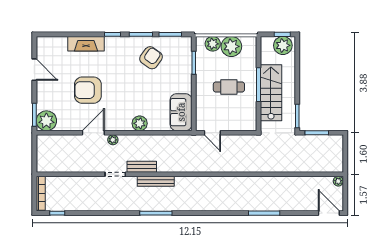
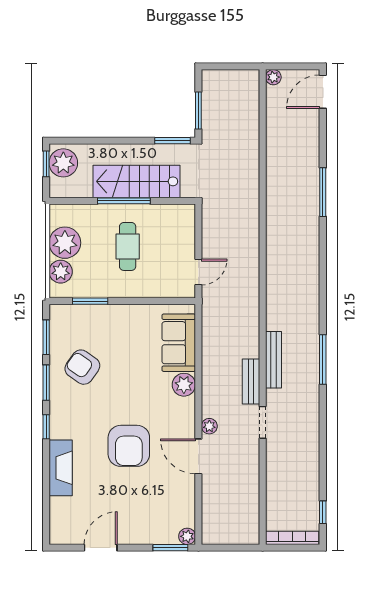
armchair: (88, 90) -> (129, 446), moved
sofa: (181, 112) -> (179, 343), moved, turned 90
plant: (46, 121) -> (187, 536), width x0.53, depth x0.53

